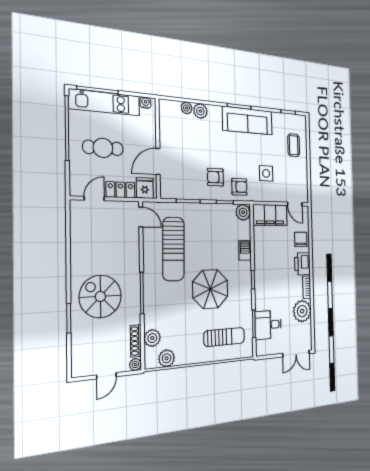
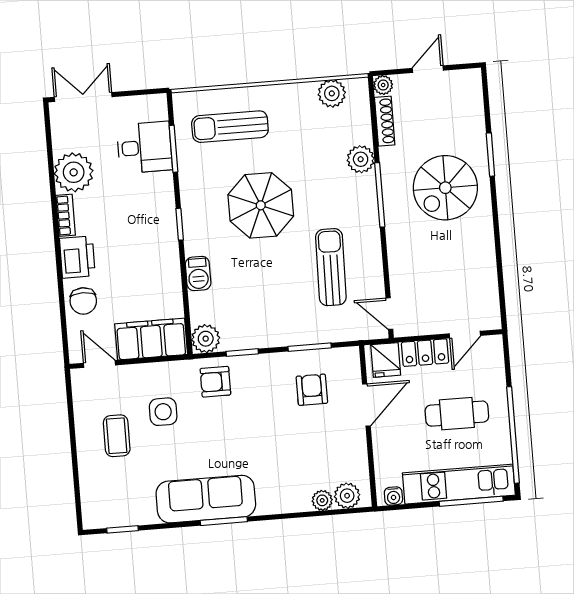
plant: (200, 111) -> (347, 496), moved
coffee table: (294, 145) -> (117, 436), moved
armchair: (215, 177) -> (312, 390), moved, turned -90
sun lounger: (173, 249) -> (331, 267), width x0.73, depth x0.75
spiral stairs: (100, 296) -> (445, 188), turned 90
plant: (152, 338) -> (361, 159), moved

